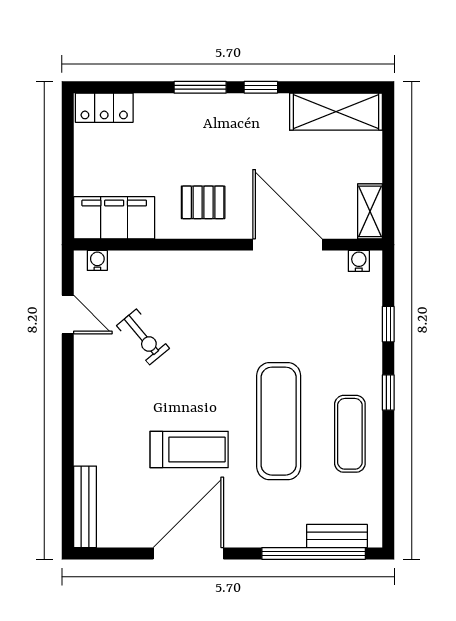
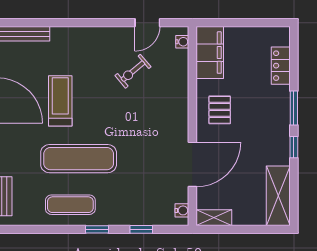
locker: (104, 108) -> (281, 66), moved
treadmill: (189, 449) -> (60, 101), turned 180

